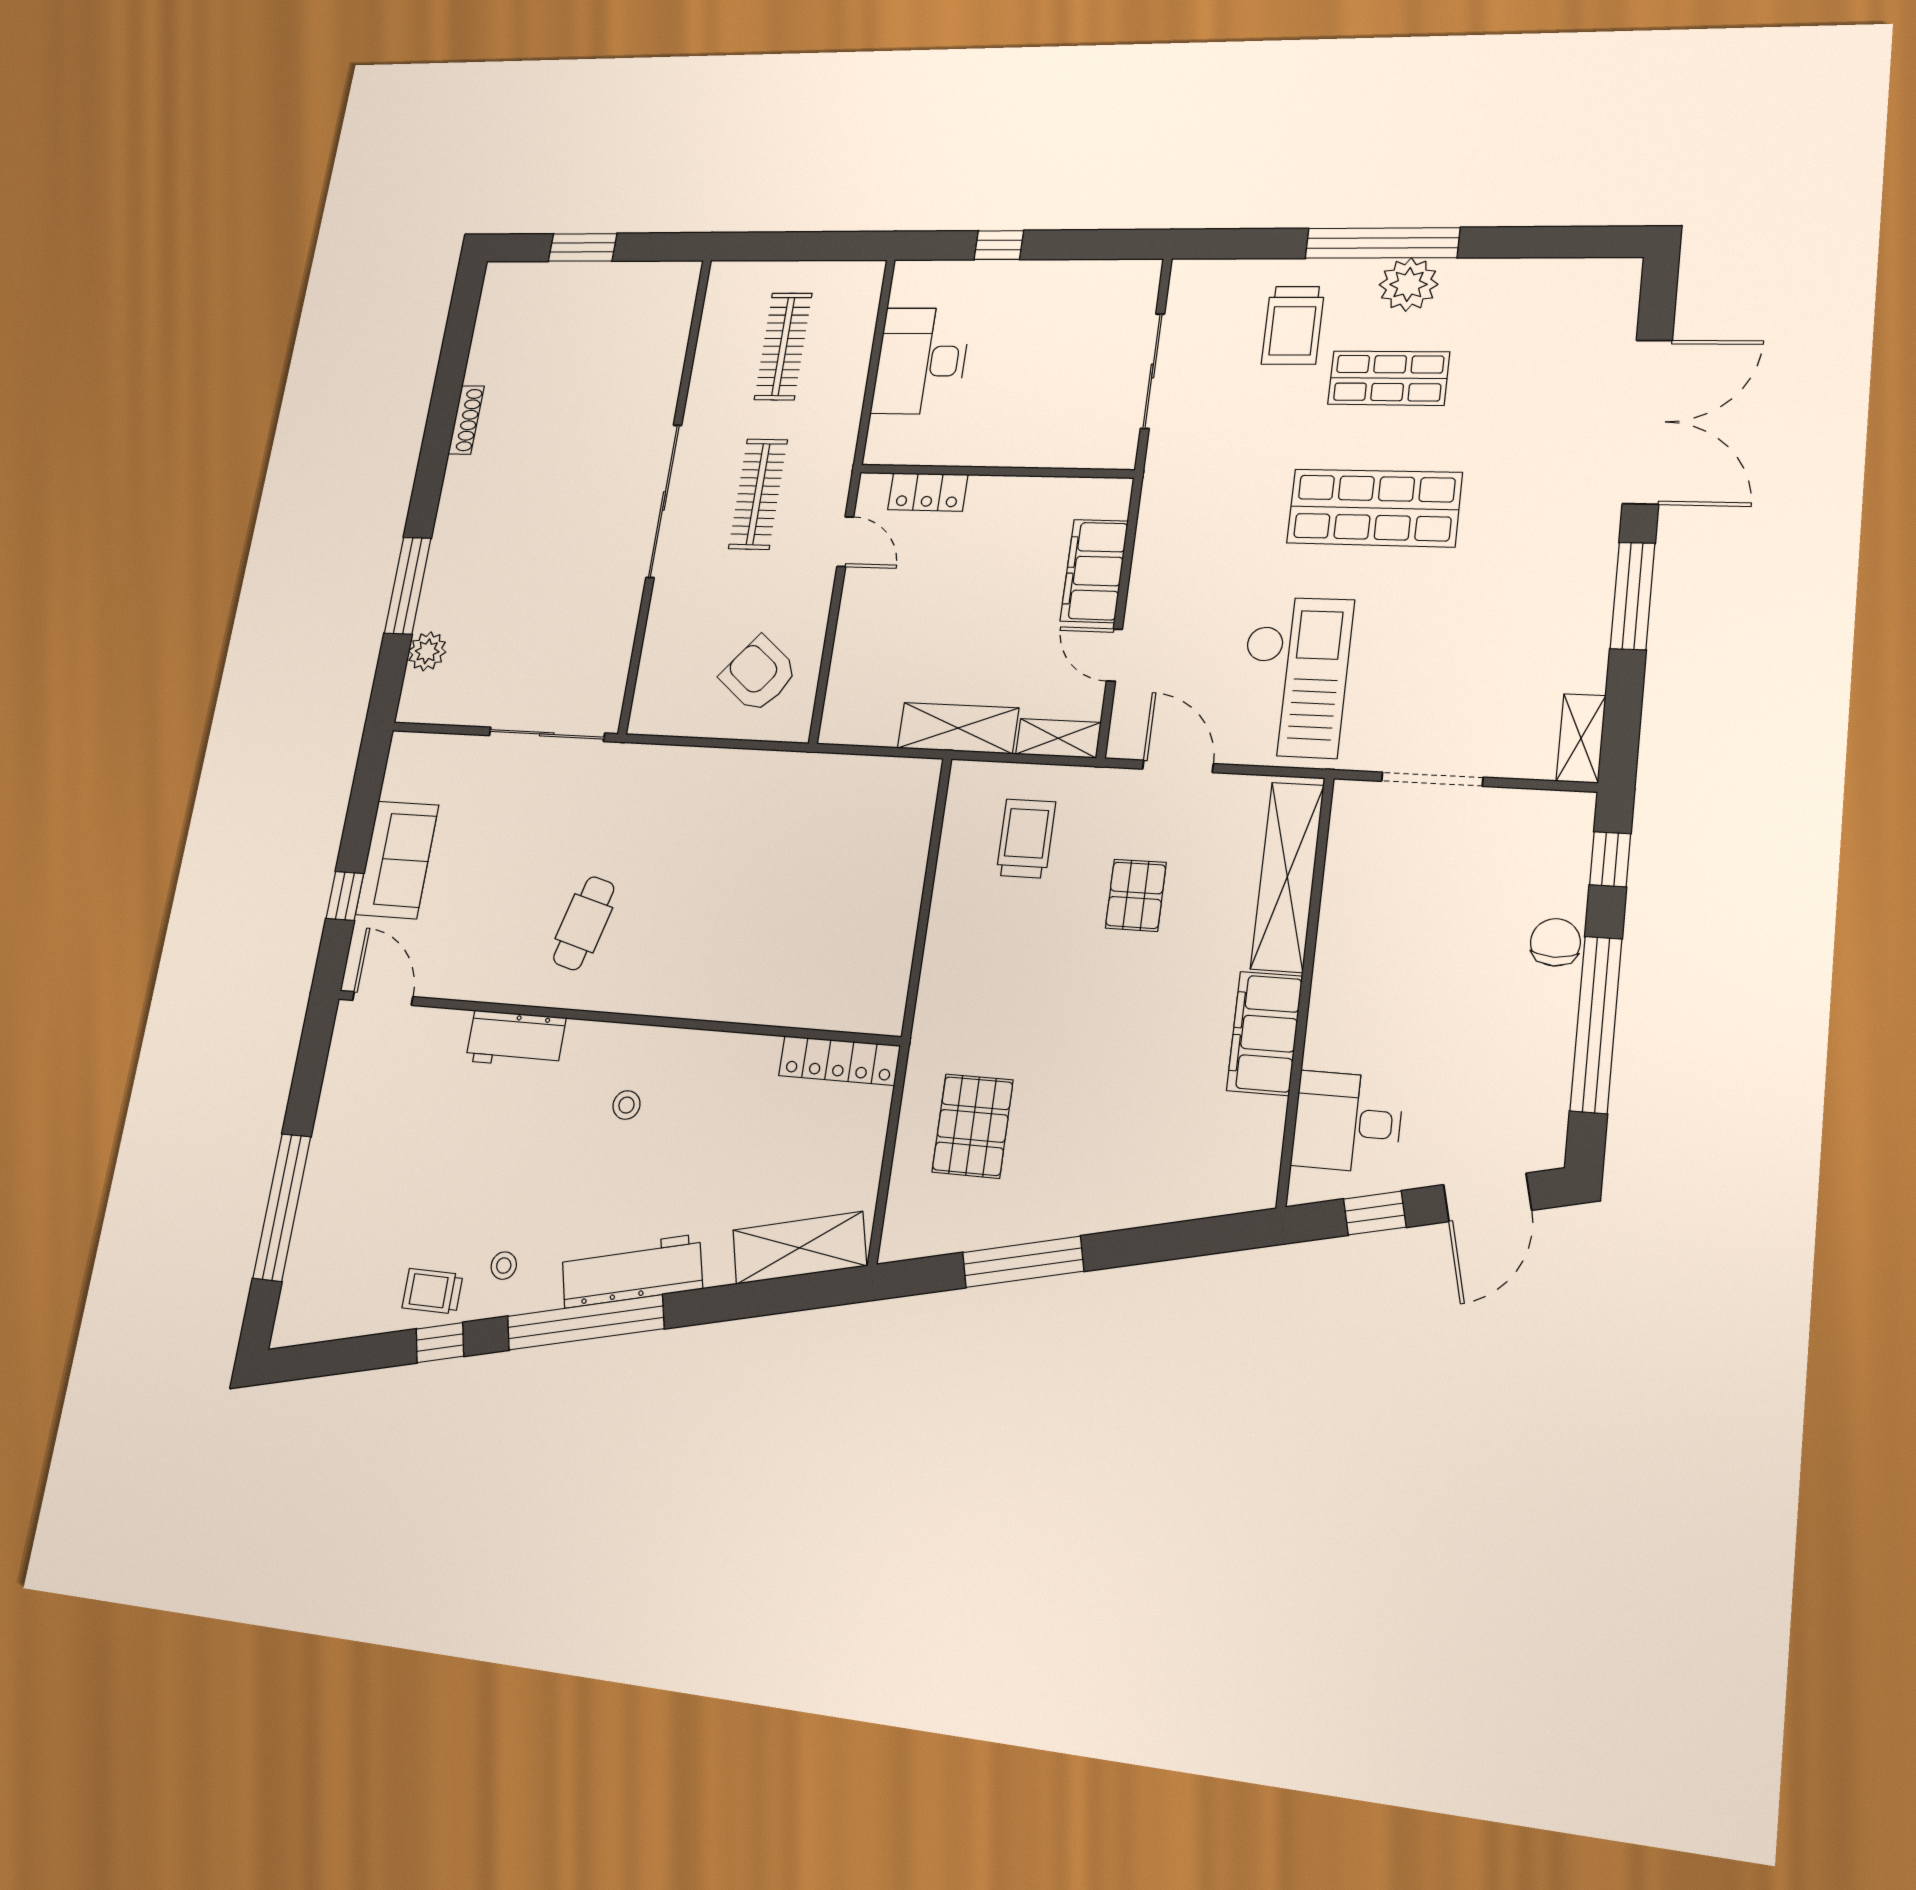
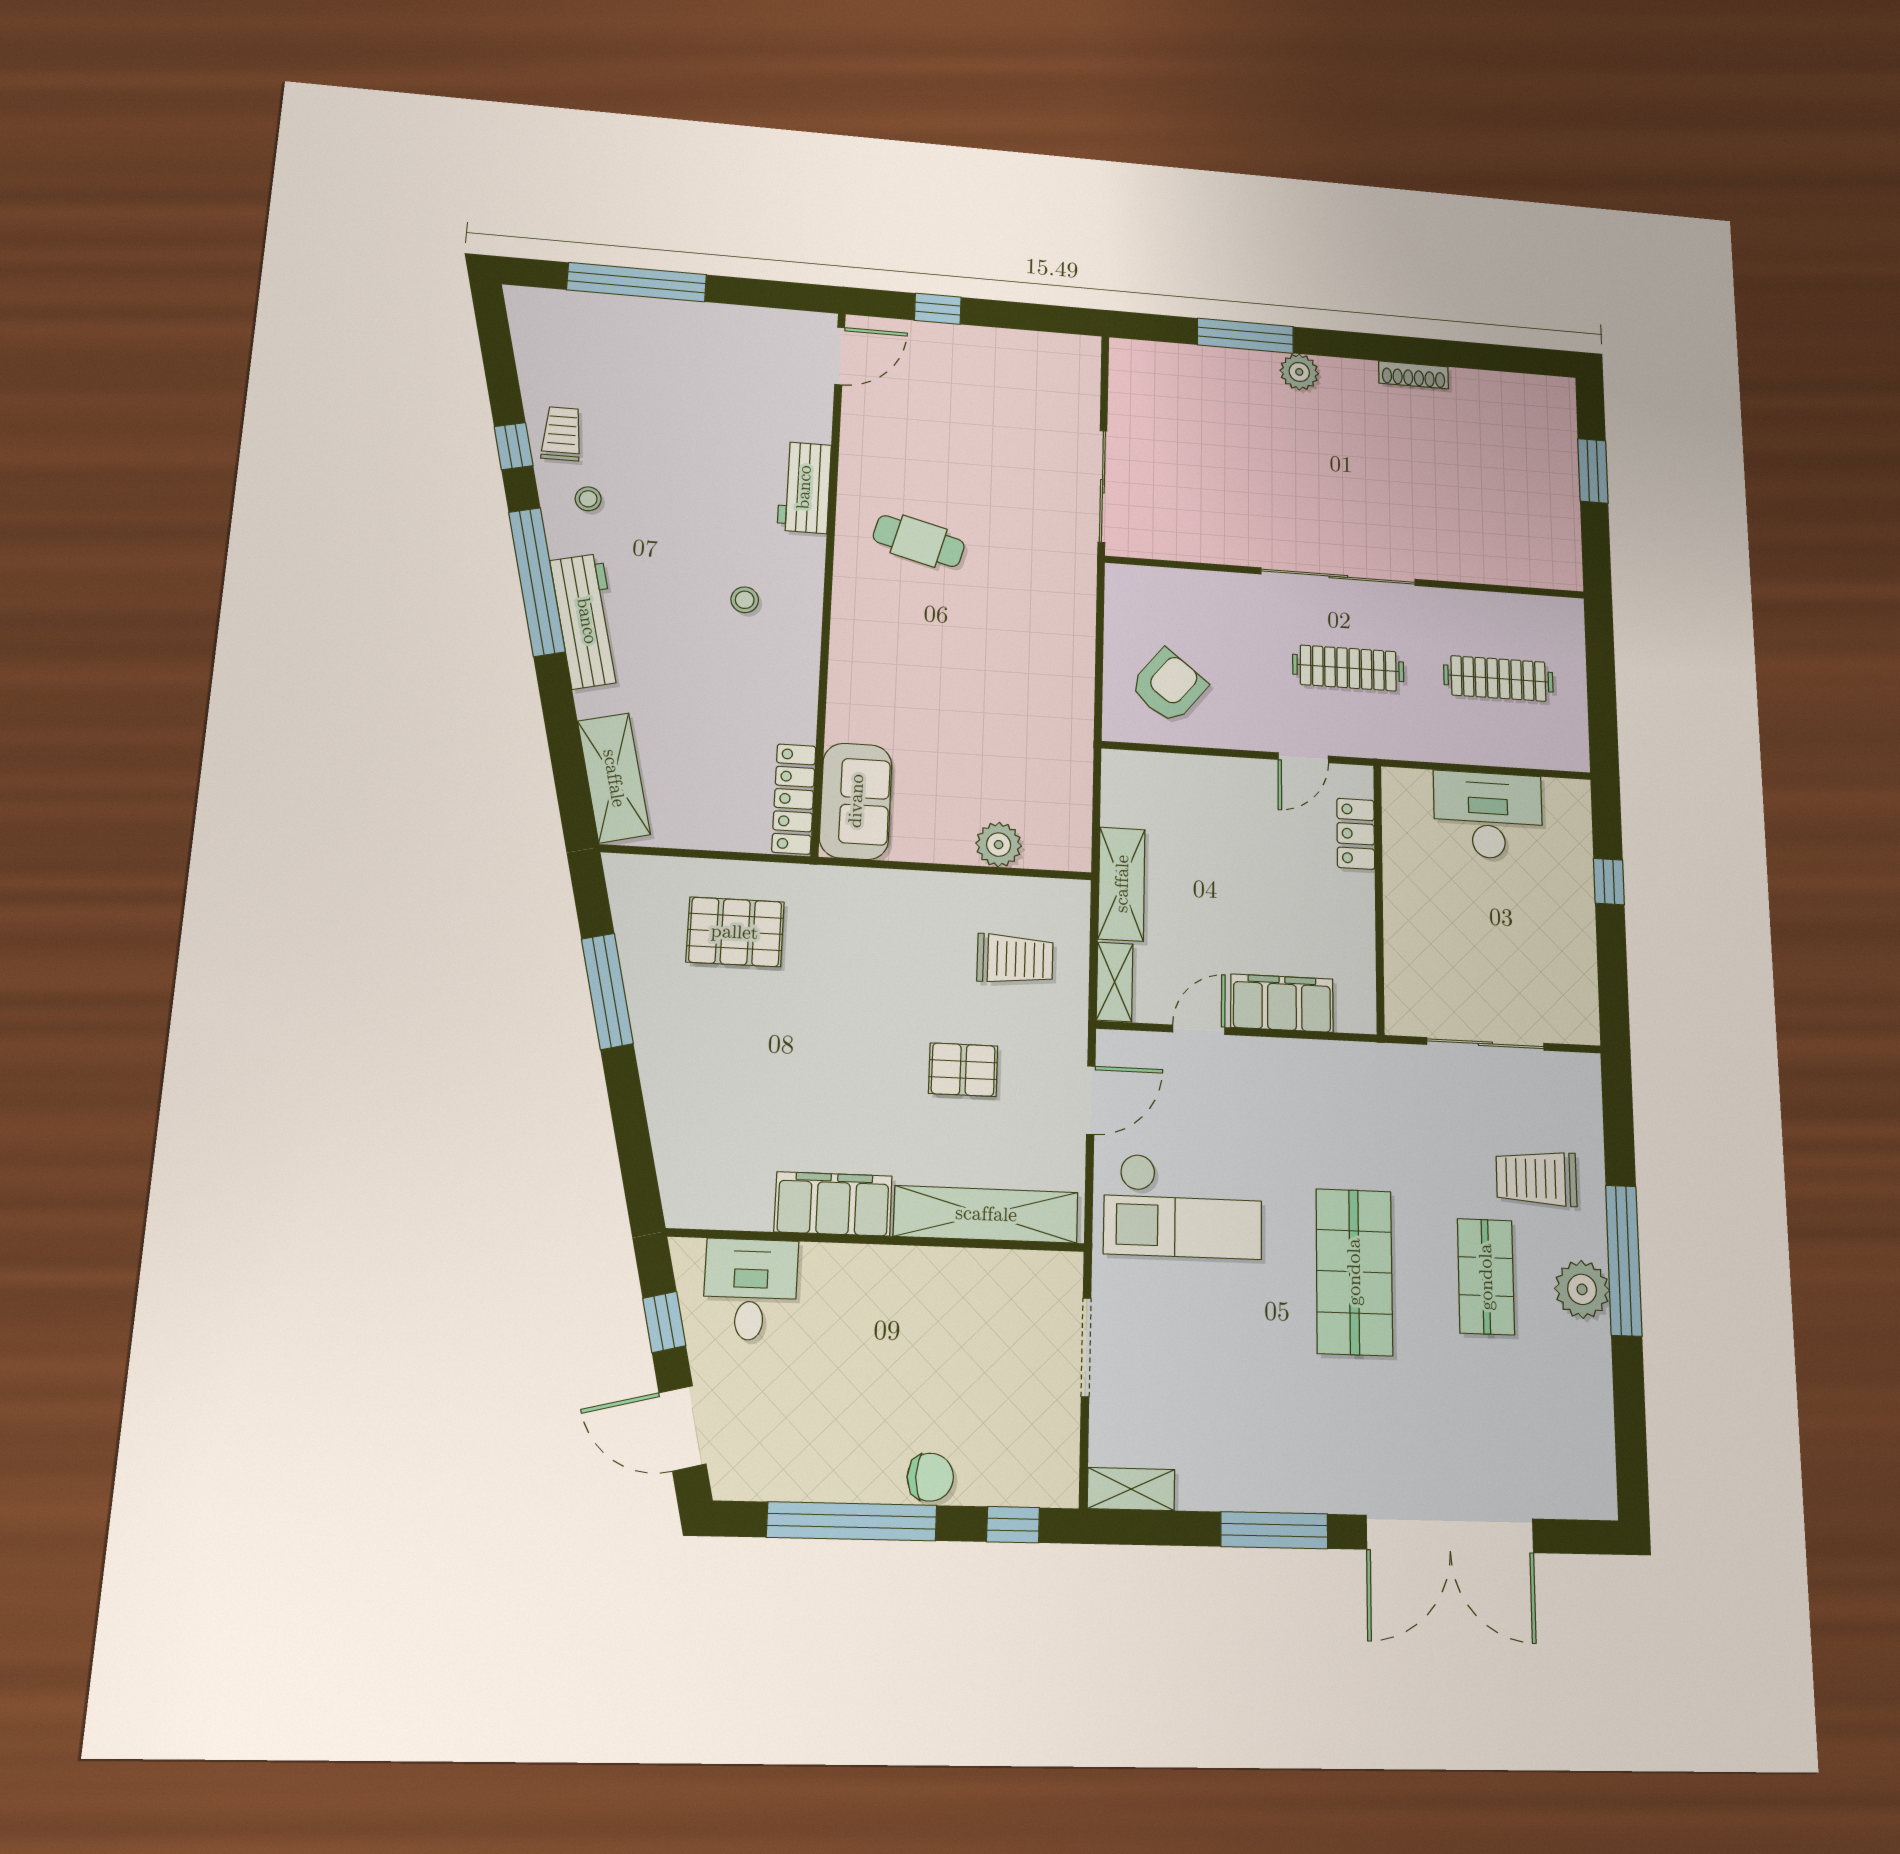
plant: (427, 651) -> (1299, 372), moved
plant: (906, 852) -> (999, 845), added
sofa: (397, 860) -> (856, 801), moved, turned -90

